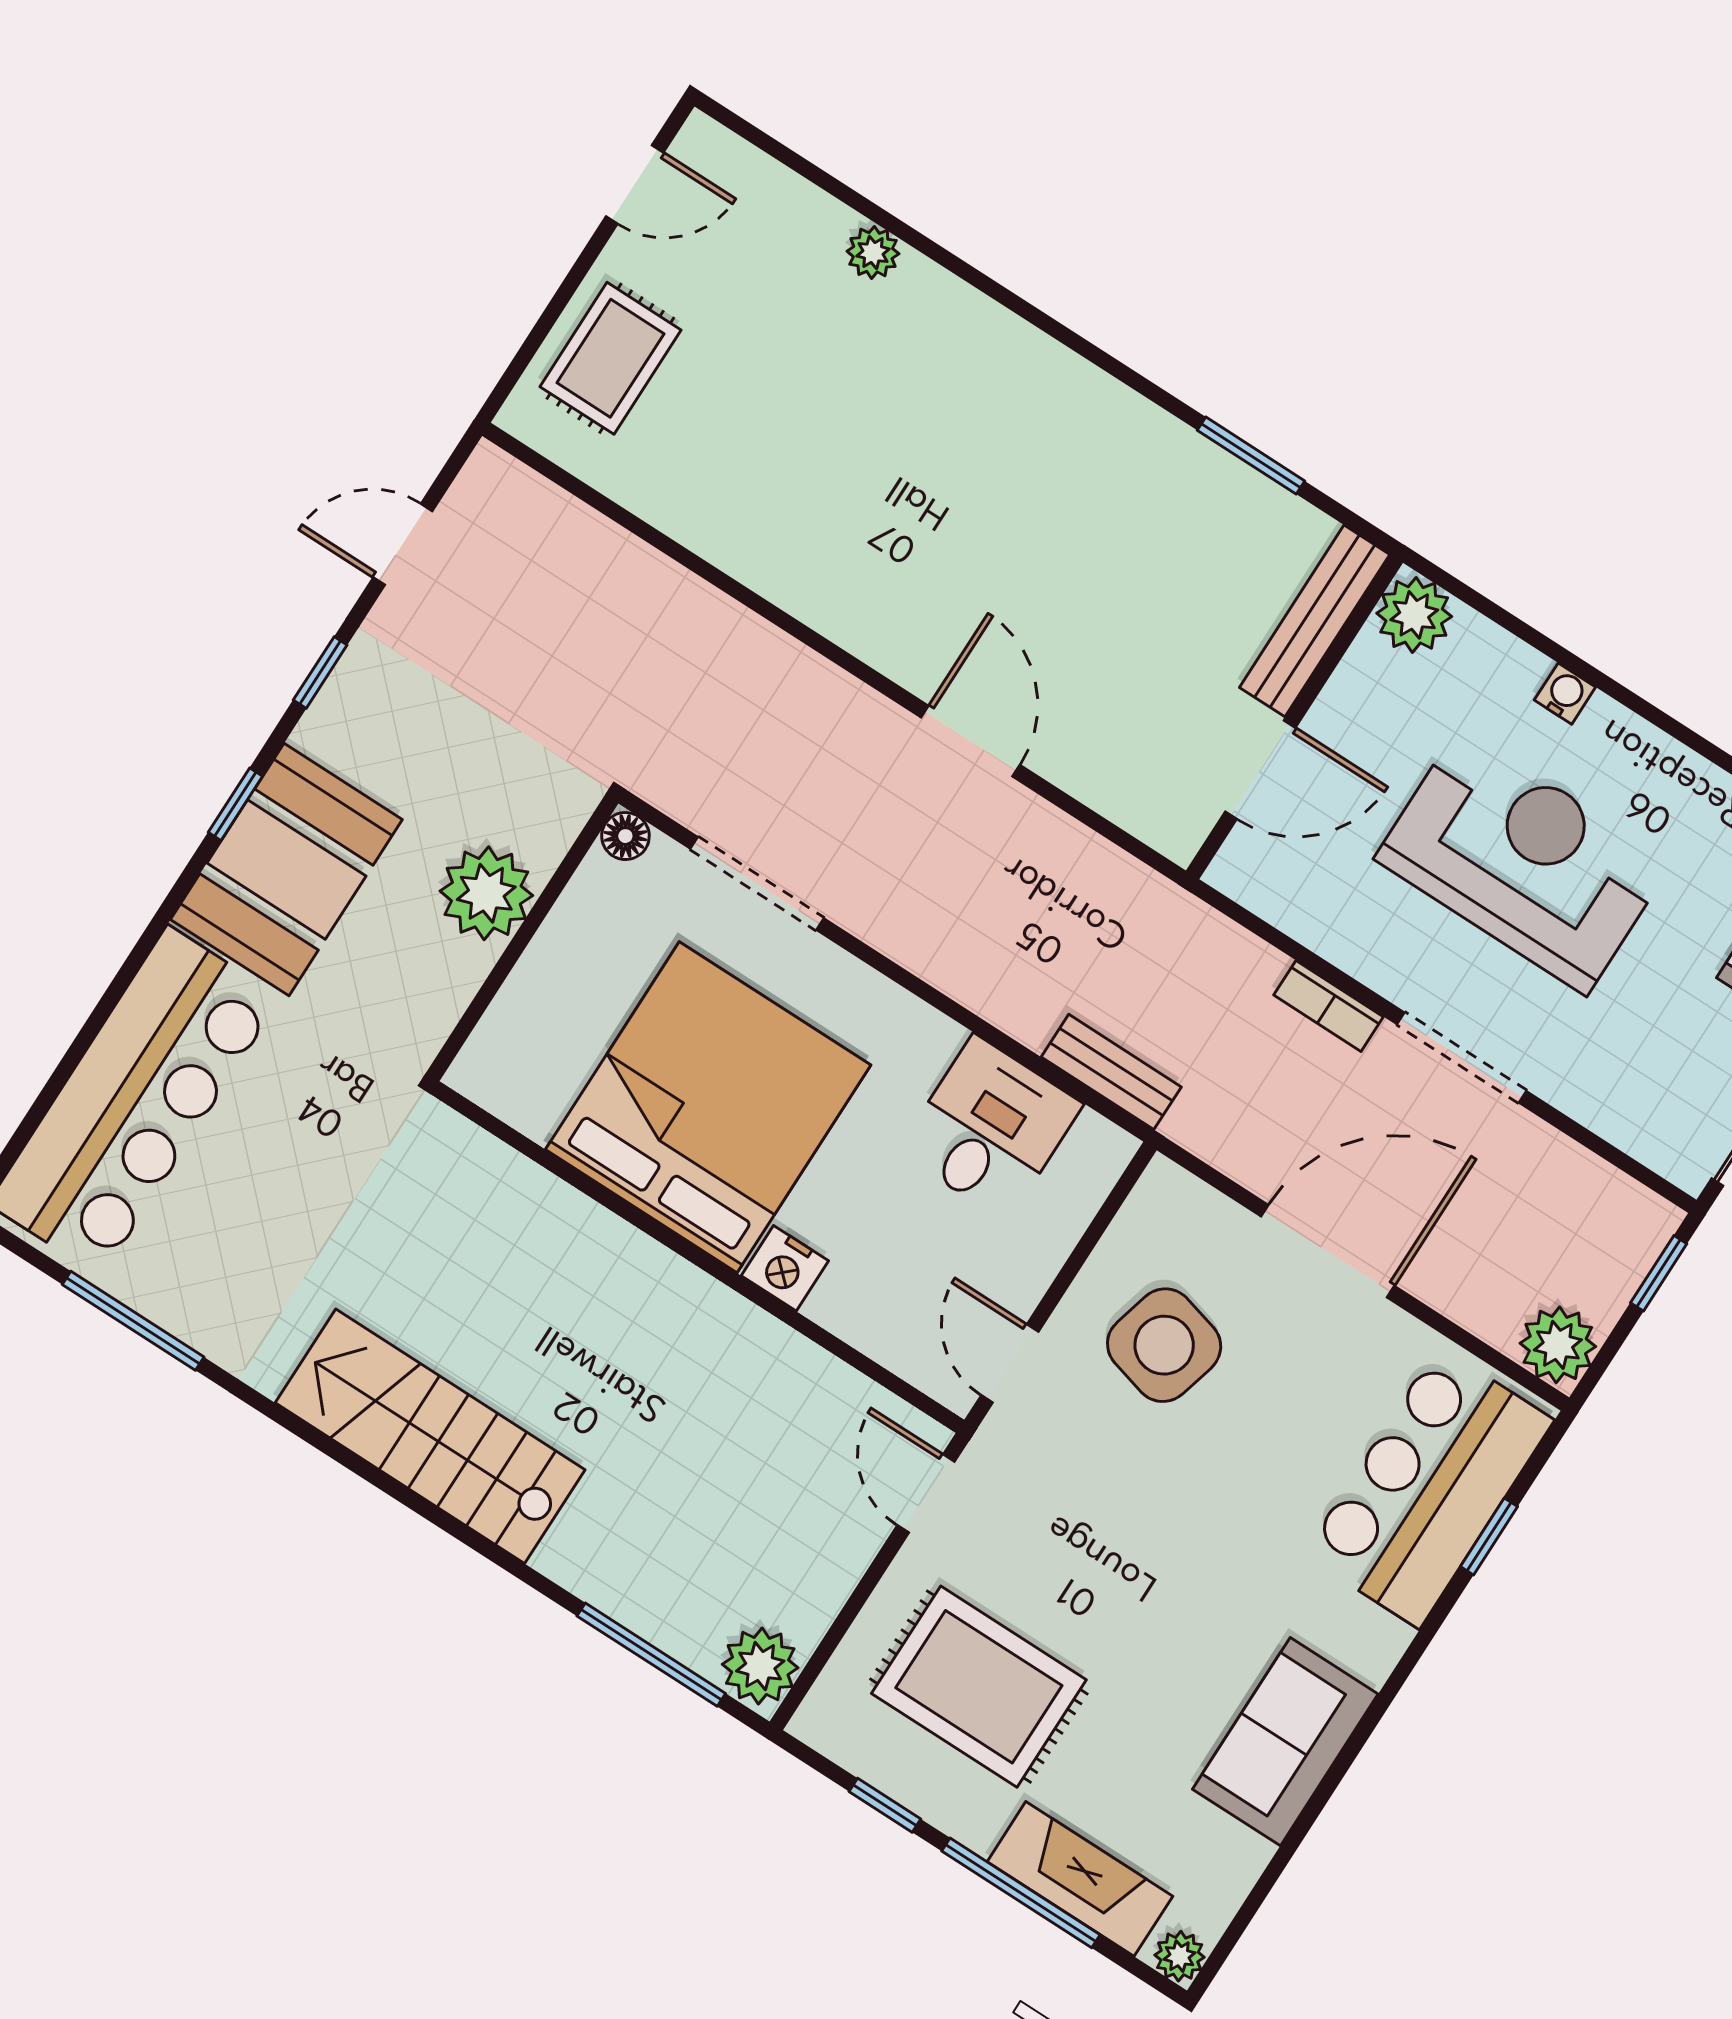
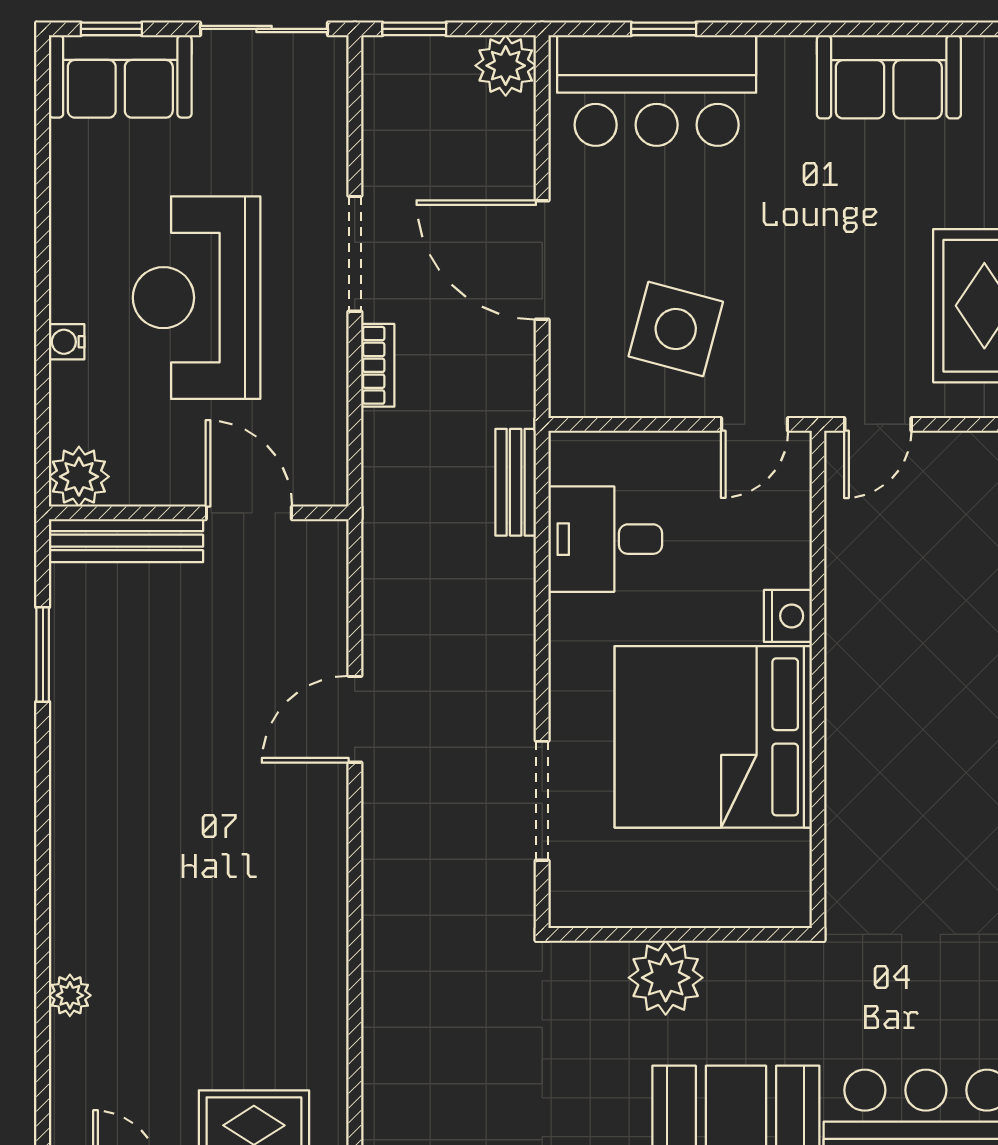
floor lamp: (625, 836) -> (567, 909), removed

